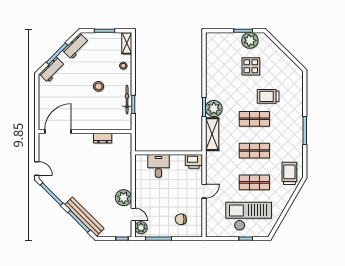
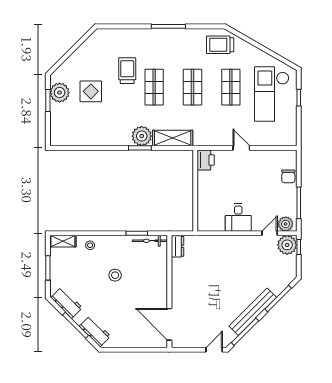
trolley: (268, 96) -> (127, 71), turned 180
bicycle: (127, 100) -> (150, 241), moved
dresser: (103, 138) -> (177, 246), moved
desk: (158, 166) -> (238, 218), moved, turned -90
plant: (124, 198) -> (287, 245), moved
bench: (84, 217) -> (253, 312), moved
chair: (181, 219) -> (288, 176), moved

